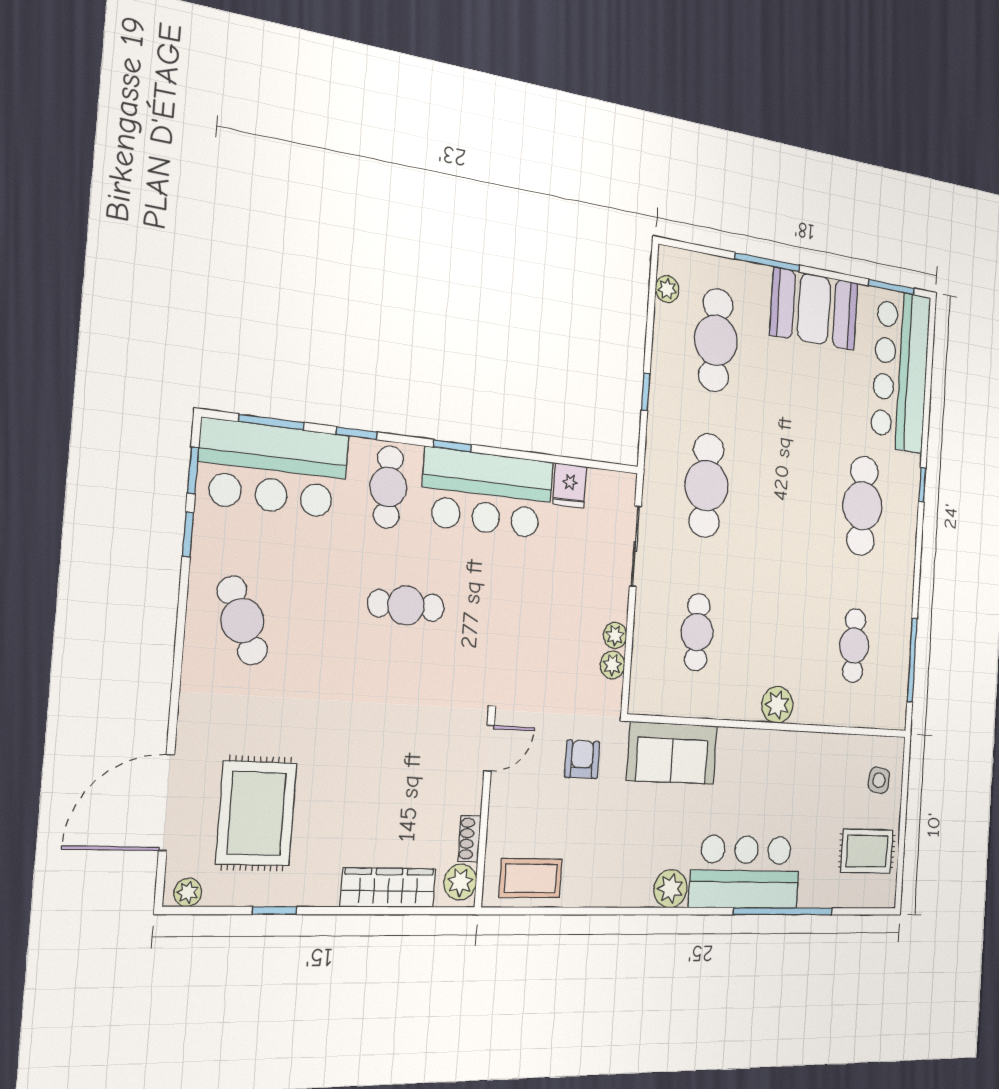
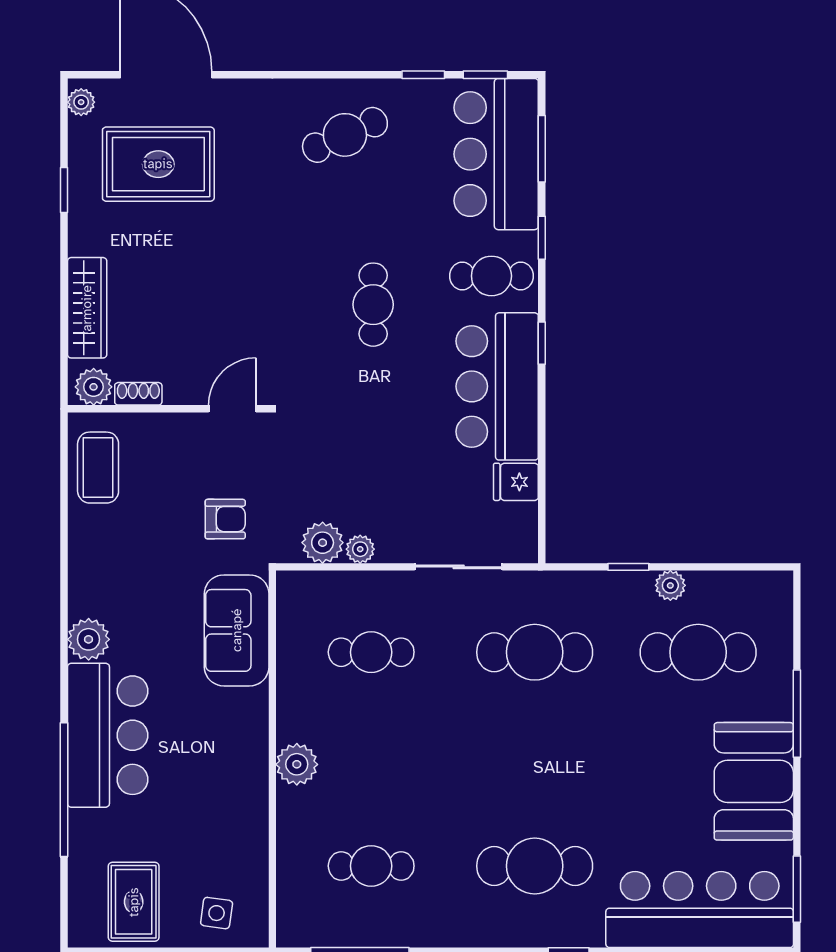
plant: (667, 289) -> (670, 585), moved
plant: (612, 665) -> (323, 543), width x1.38, depth x1.38
door: (489, 748) -> (232, 409), swing flipped

